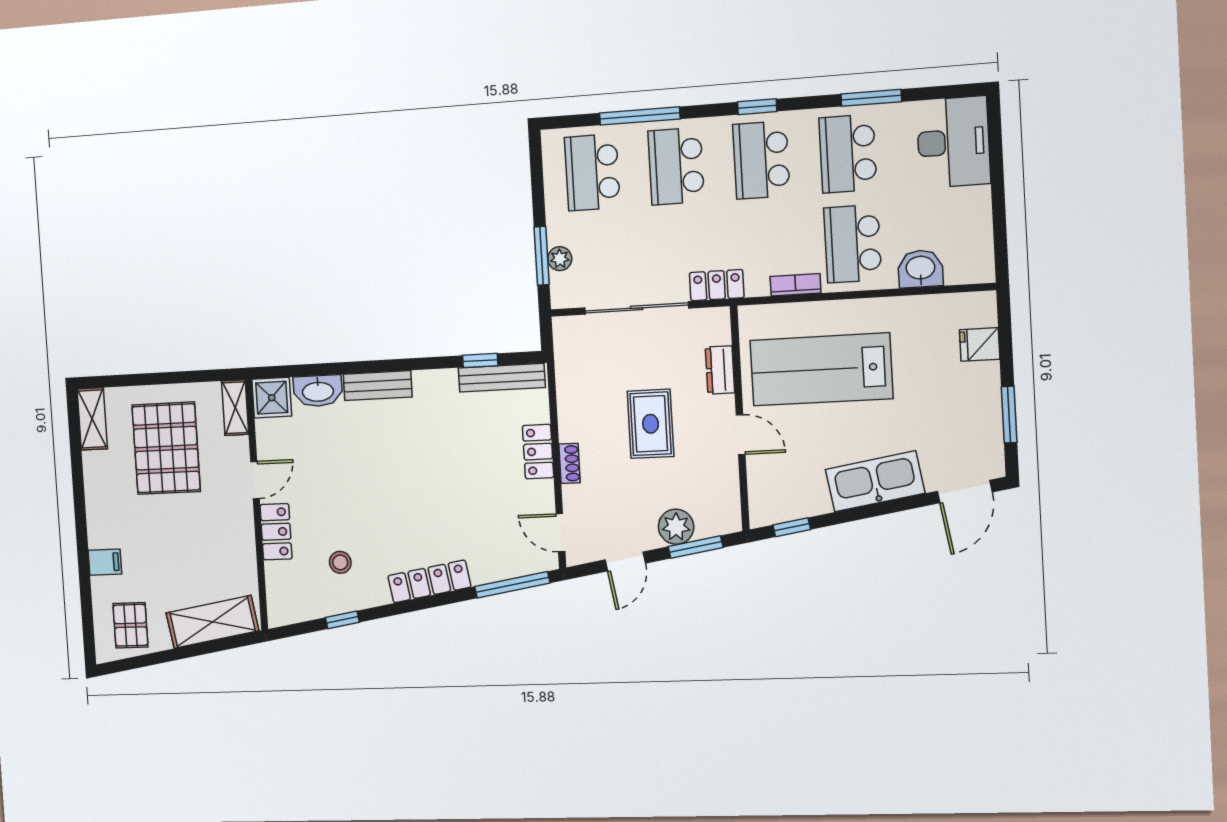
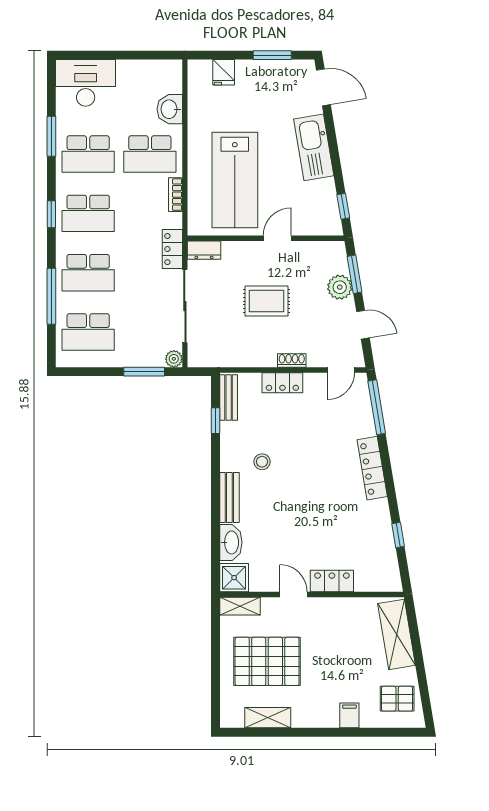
plant: (560, 259) -> (174, 359), moved
dresser: (720, 370) -> (204, 250), moved
bench: (502, 378) -> (229, 398), width x0.73
shelving: (92, 419) -> (268, 718), moved
stool: (340, 562) -> (262, 462), moved

